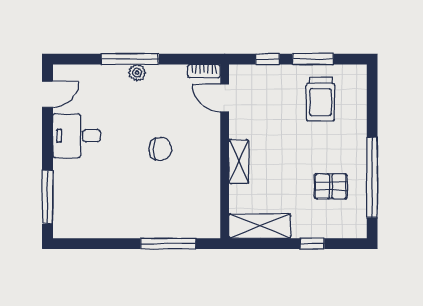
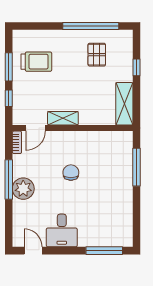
window: (130, 59) -> (9, 179), moved
plant: (137, 73) -> (23, 189), width x1.88, depth x1.88
shelving: (239, 161) -> (63, 118), moved

